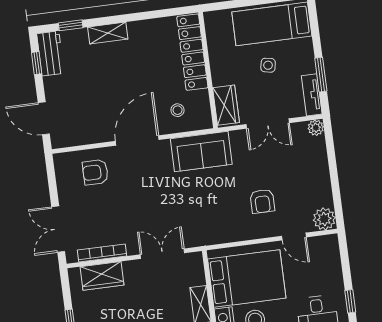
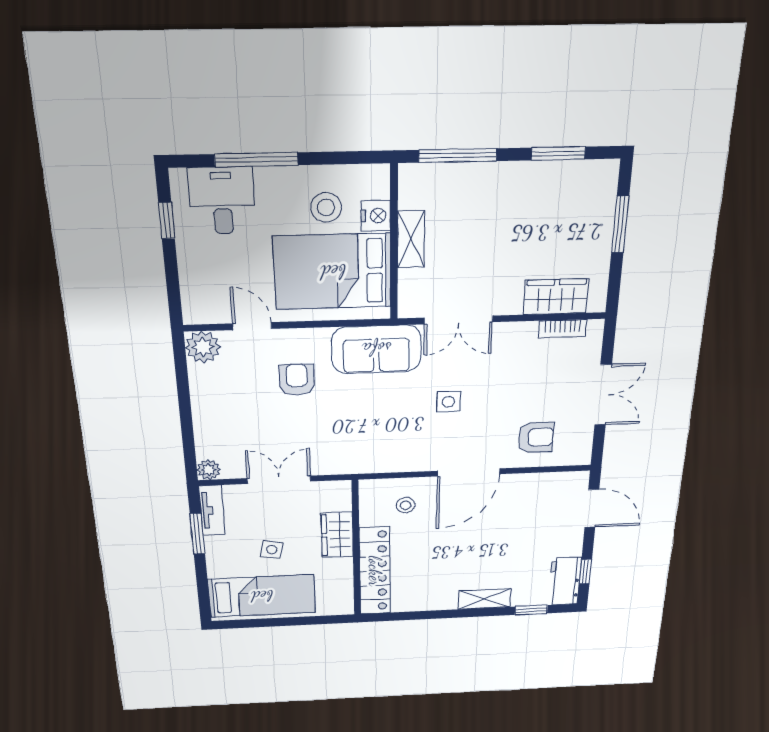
wardrobe: (226, 105) -> (337, 535), moved
sofa: (201, 151) -> (376, 349), moved, turned 180
side table: (160, 194) -> (448, 402), added
double door: (58, 229) -> (603, 395), moved
bookcase: (102, 253) -> (562, 329), width x0.64

